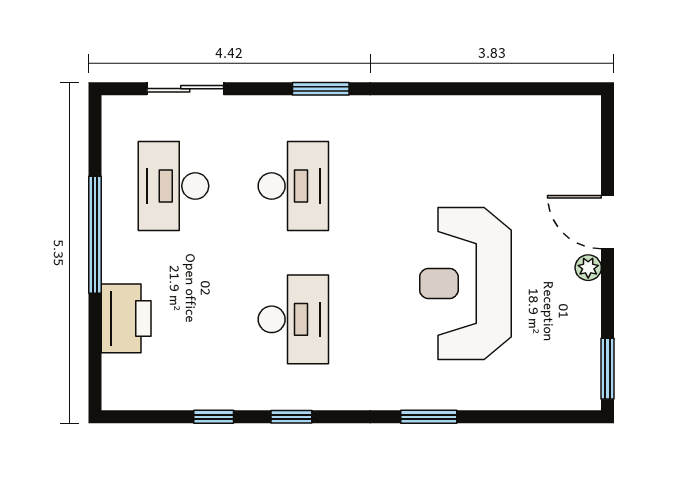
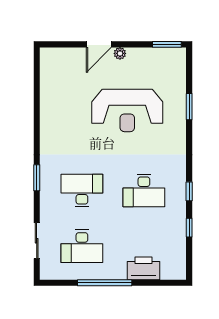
desk: (293, 319) -> (144, 191), turned 180
window: (429, 417) -> (189, 107), moved

